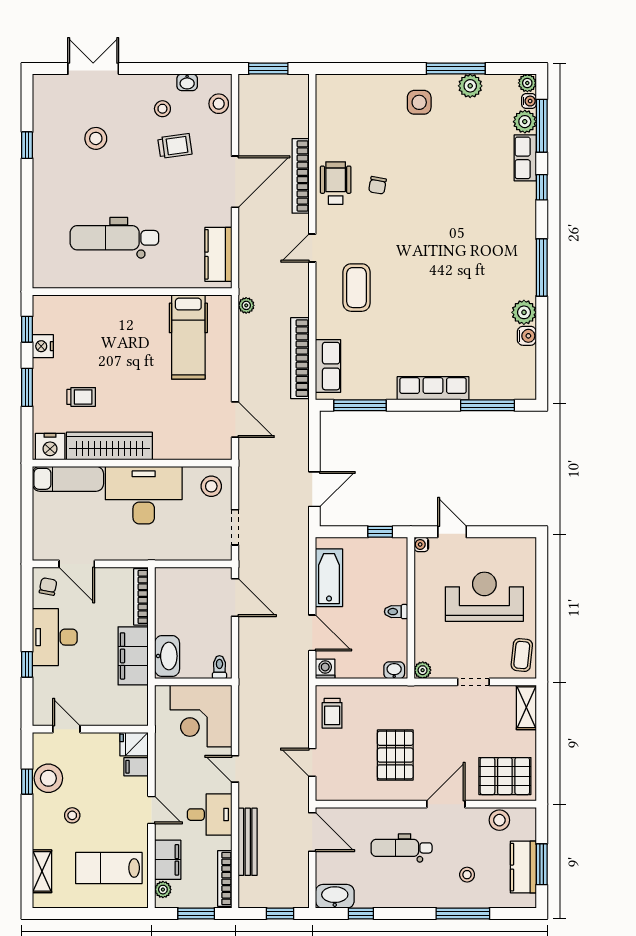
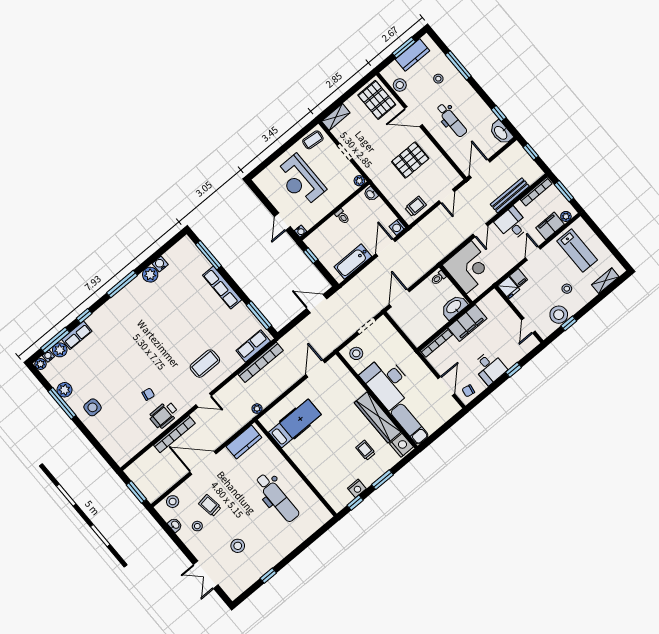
desk: (55, 637) -> (490, 368), width x0.73

